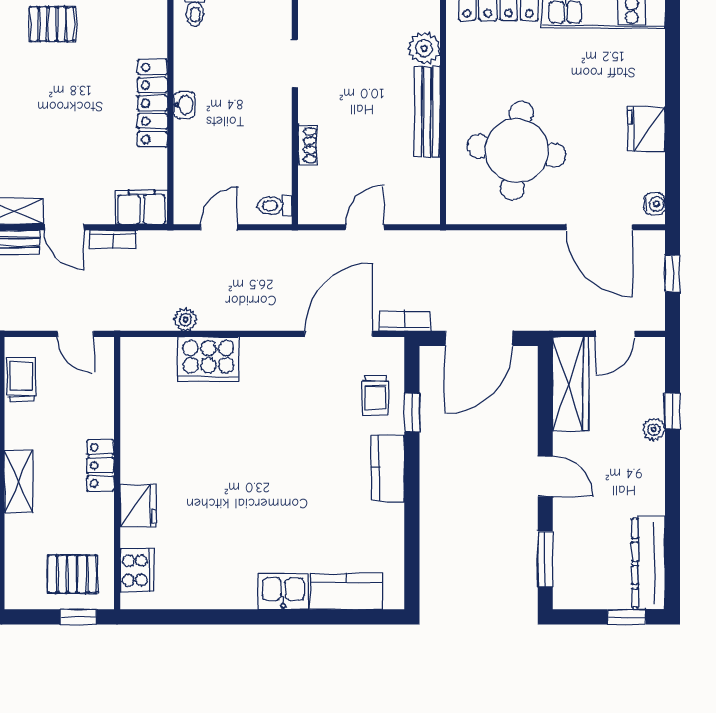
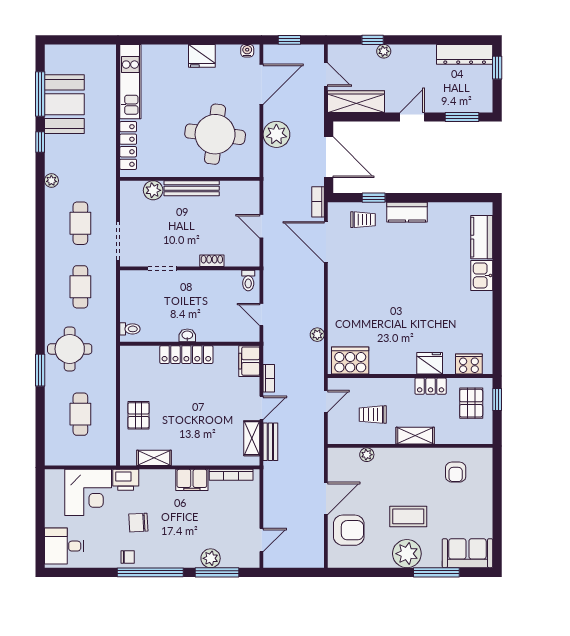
plant: (516, 252) -> (276, 134), added
cooker: (208, 359) -> (350, 361), moved, turned -90
trolley: (22, 380) -> (373, 415), moved
locker: (100, 465) -> (431, 386), moved

